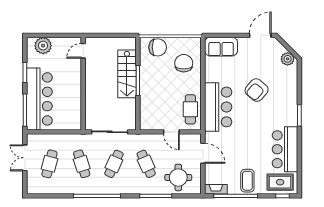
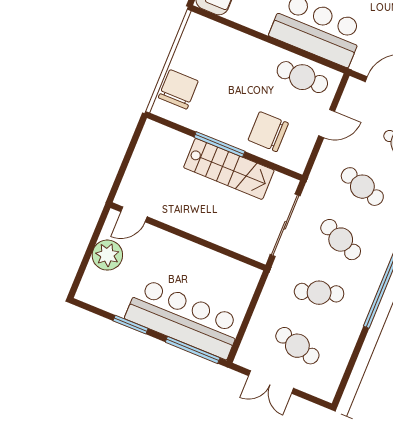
plant: (43, 46) -> (107, 255), moved
door: (83, 51) -> (134, 214), hinge flipped
chair: (184, 63) -> (268, 132), moved
stairs: (127, 74) -> (229, 169), moved
cafe table: (146, 164) -> (362, 187), turned 42

